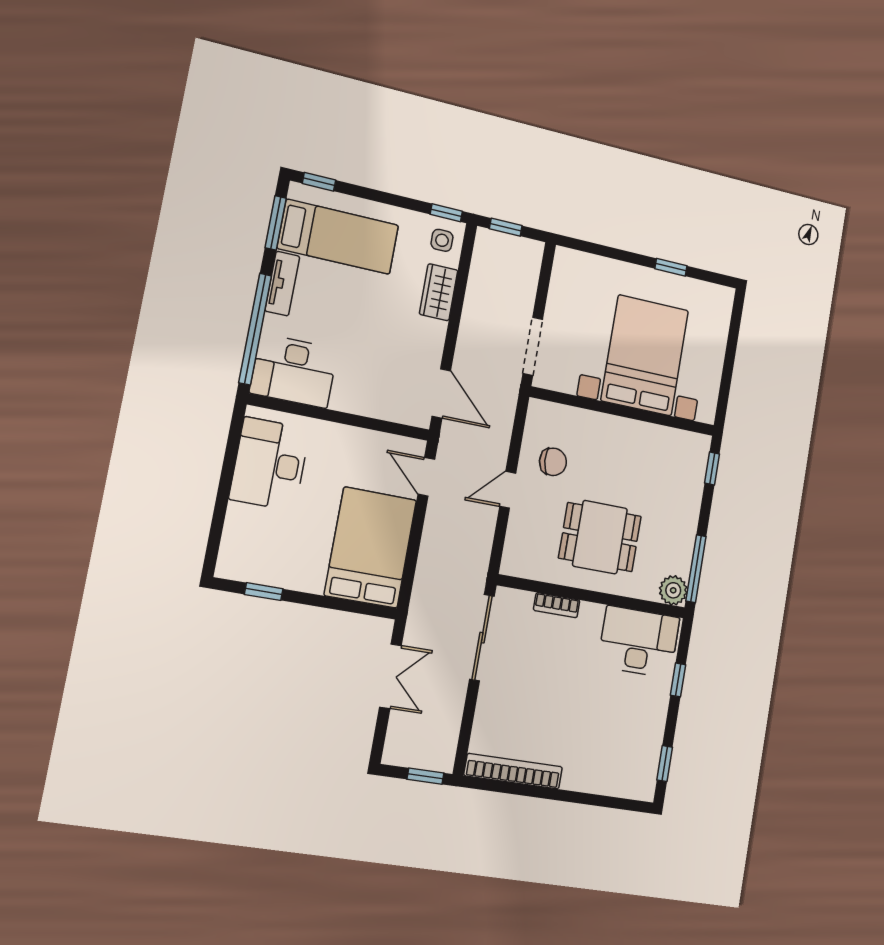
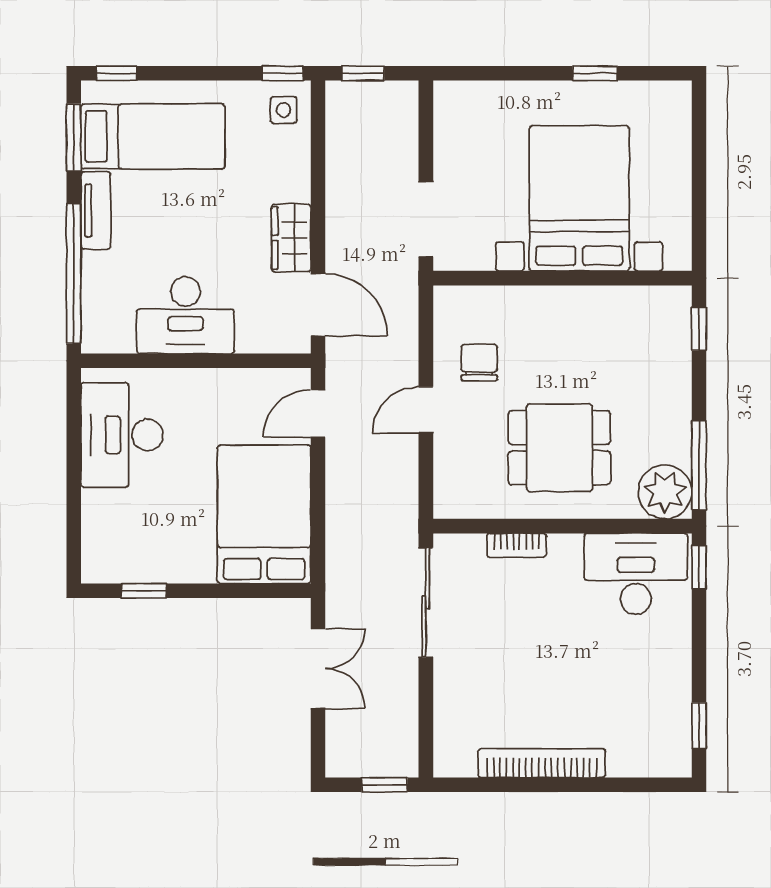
wardrobe: (439, 292) -> (291, 238), moved
desk: (294, 371) -> (185, 315), moved
chair: (553, 462) -> (479, 363), turned -85
door: (426, 477) -> (318, 413), hinge flipped
plant: (673, 590) -> (665, 492), width x1.36, depth x1.36
window: (678, 680) -> (699, 567), moved
bookcase: (513, 771) -> (542, 763), moved

